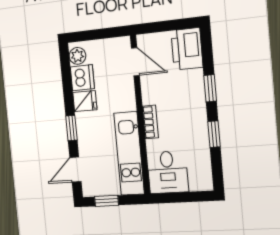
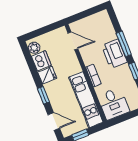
printer: (187, 49) -> (114, 54), moved
window: (210, 88) -> (124, 44), width x1.50
door: (75, 170) -> (54, 122), swing flipped

